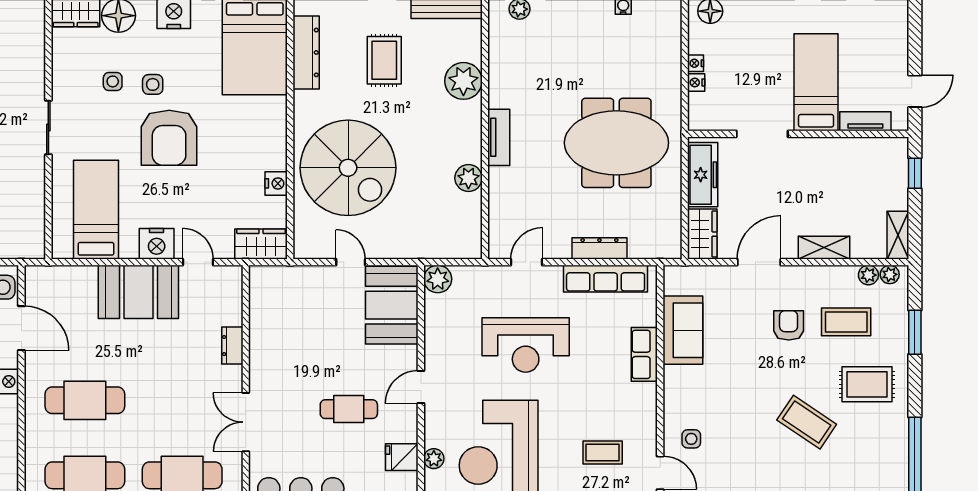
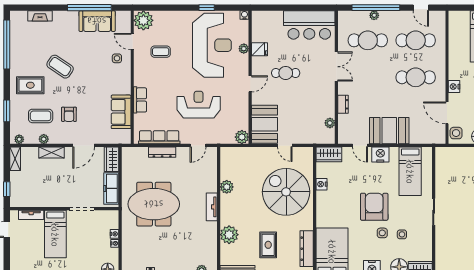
plant: (868, 275) -> (44, 139), moved
plant: (259, 308) -> (330, 123), added

